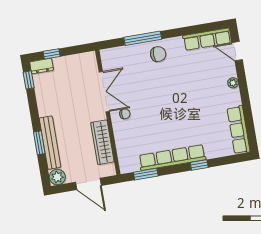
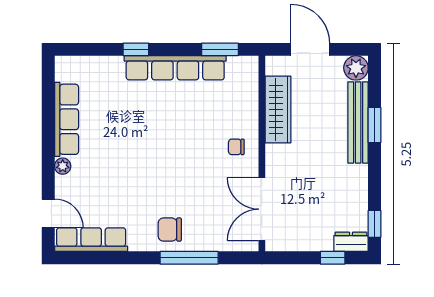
double door: (104, 92) -> (262, 209), moved
row of seats: (239, 130) -> (67, 119), moved

